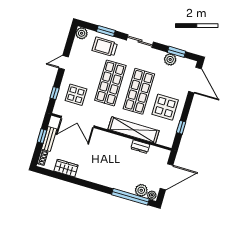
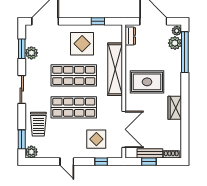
window: (106, 31) -> (22, 139), moved
dresser: (140, 147) -> (130, 36), moved
rug: (114, 155) -> (147, 82), added
wardrobe: (66, 168) -> (175, 108), moved

